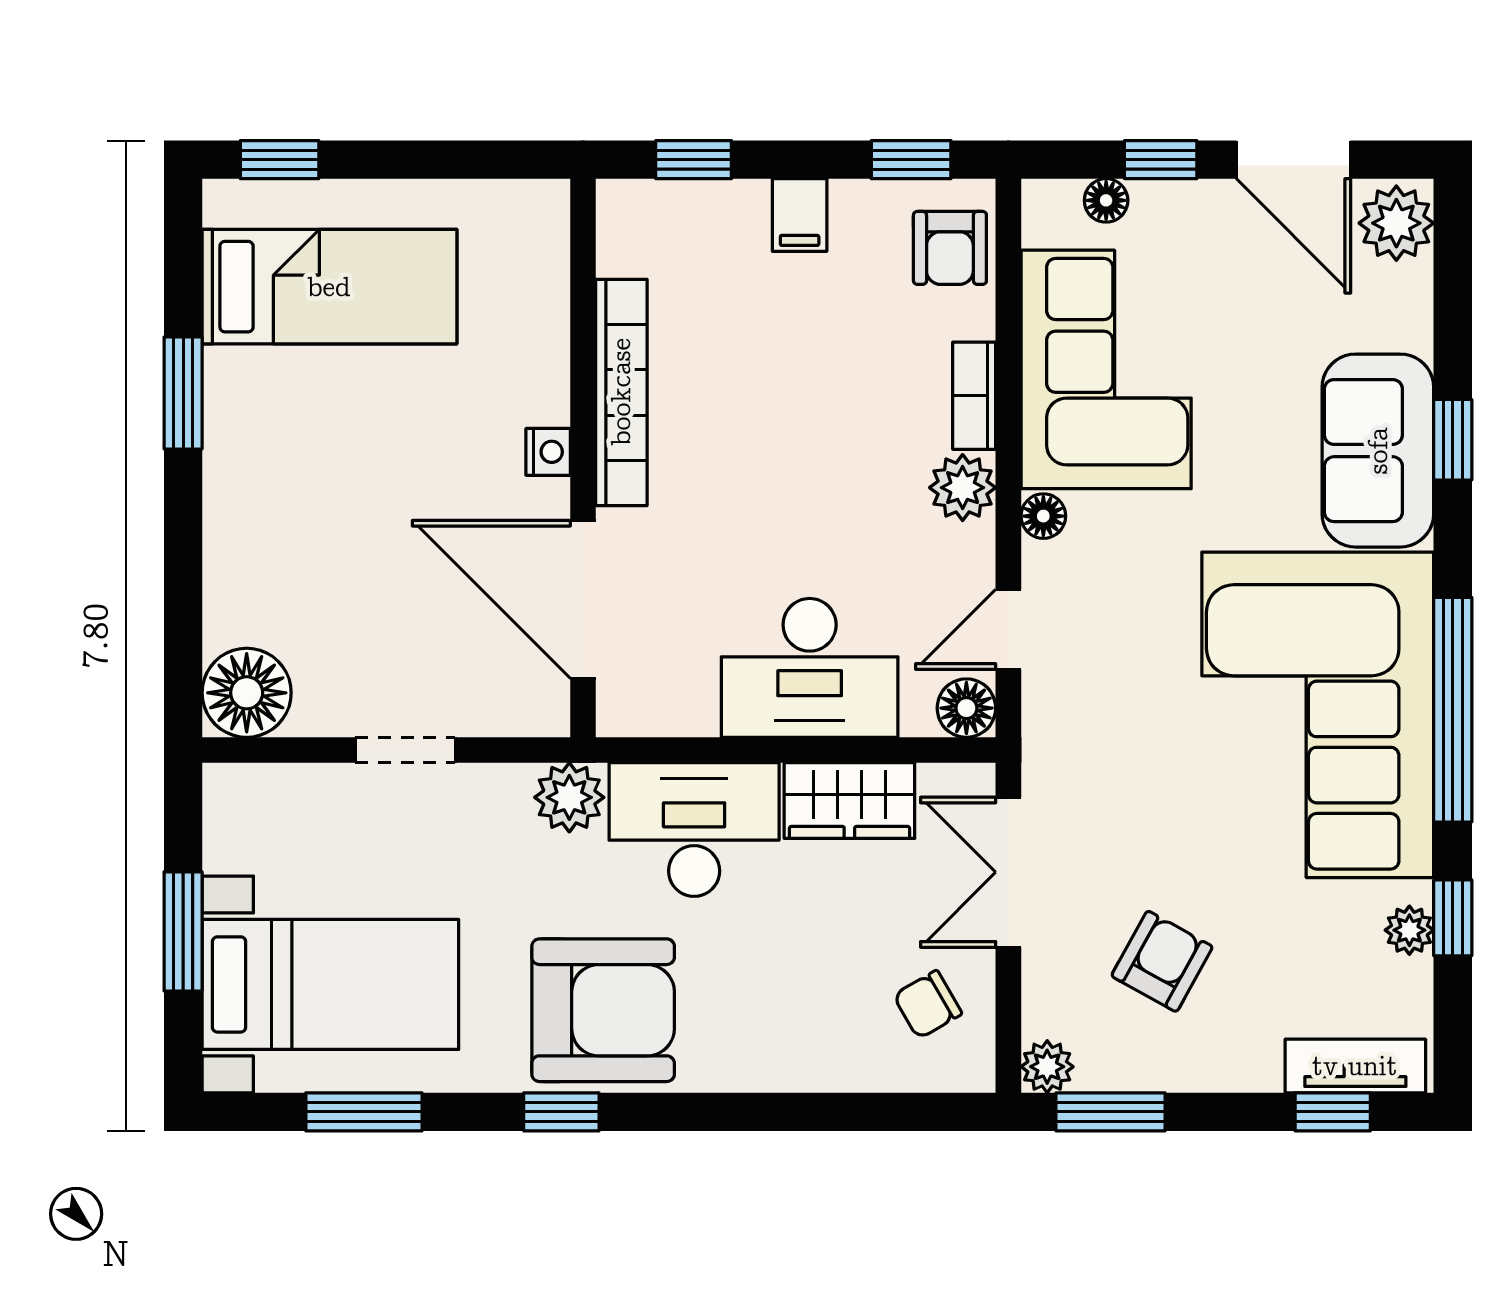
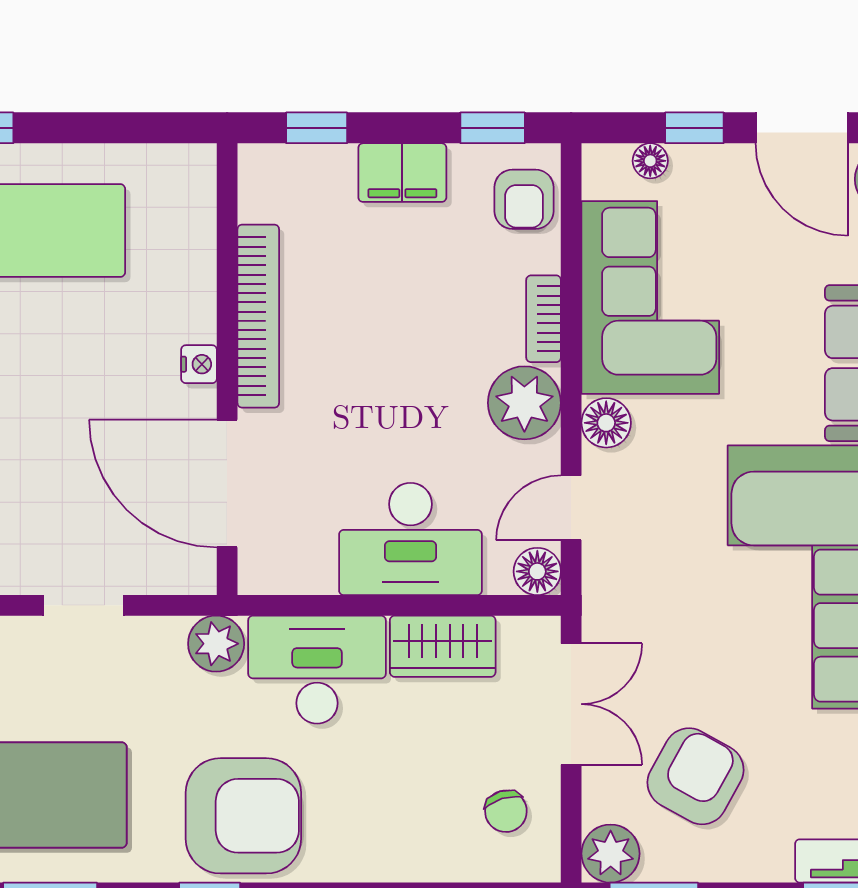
filing cabinet: (800, 215) -> (402, 173), width x2.00
plant: (963, 488) -> (524, 403), width x1.36, depth x1.36
floor lamp: (1043, 516) -> (606, 423), width x1.37, depth x1.37
double door: (1008, 872) -> (571, 704), swing flipped
armchair: (1162, 961) -> (696, 776), width x1.38, depth x1.38
chair: (928, 1004) -> (506, 811), turned -77
plant: (1047, 1067) -> (611, 854), width x1.38, depth x1.38

